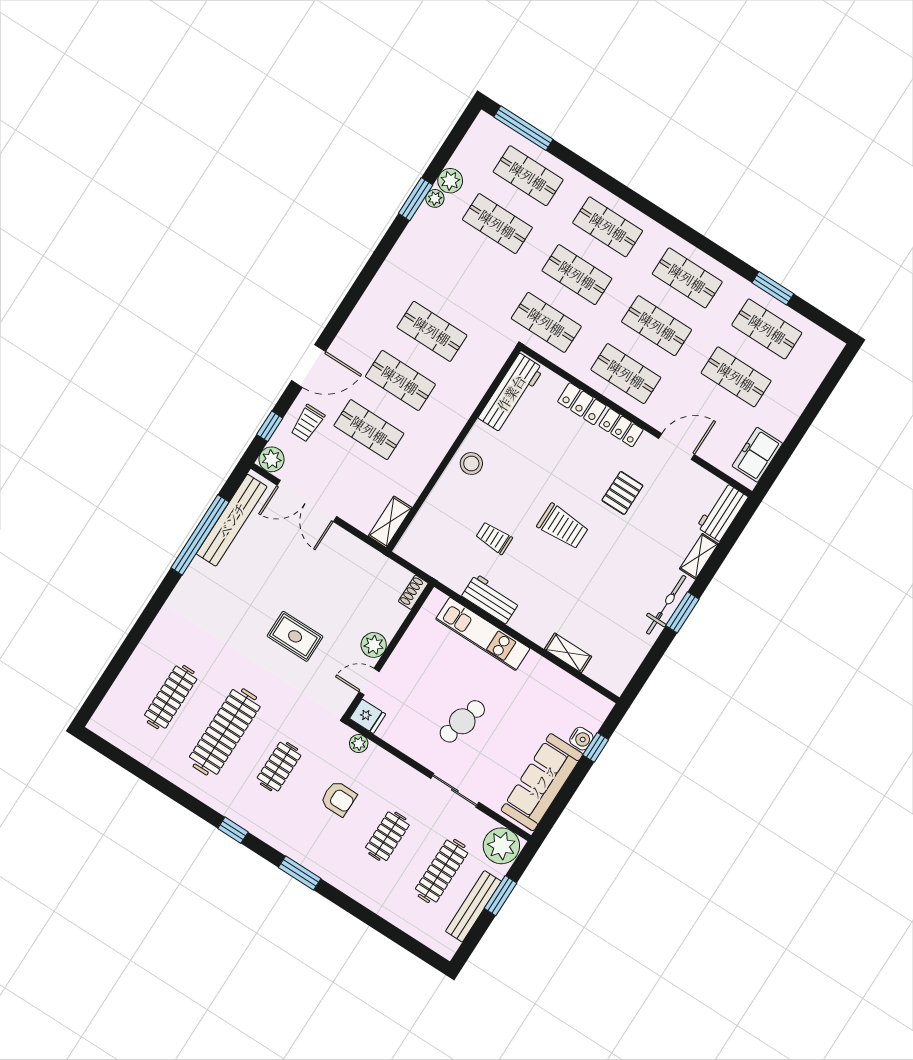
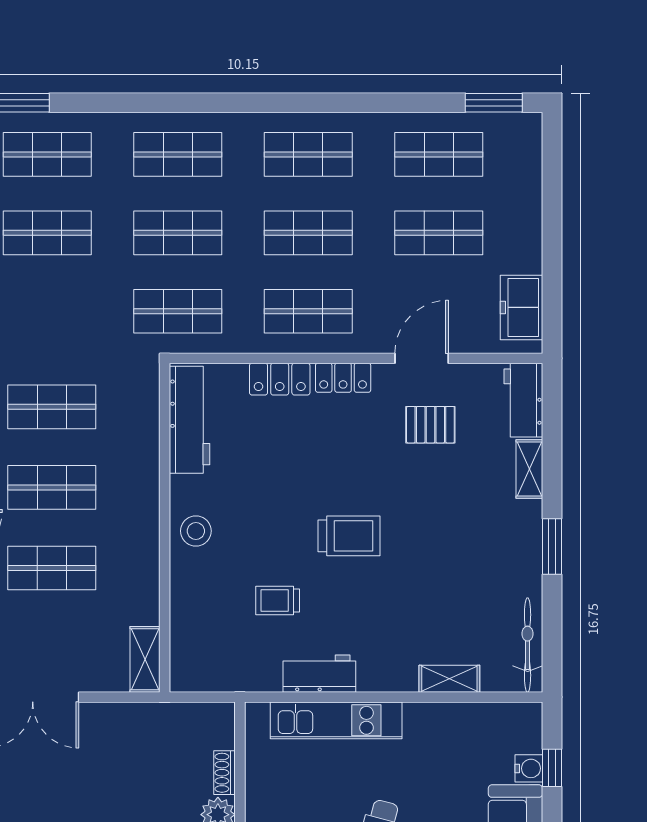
window: (773, 288) -> (494, 103), moved
pallet: (622, 493) -> (430, 425), moved, turned 90
shoe rack: (413, 592) -> (224, 773), moved
bicycle: (666, 605) -> (528, 645), moved

